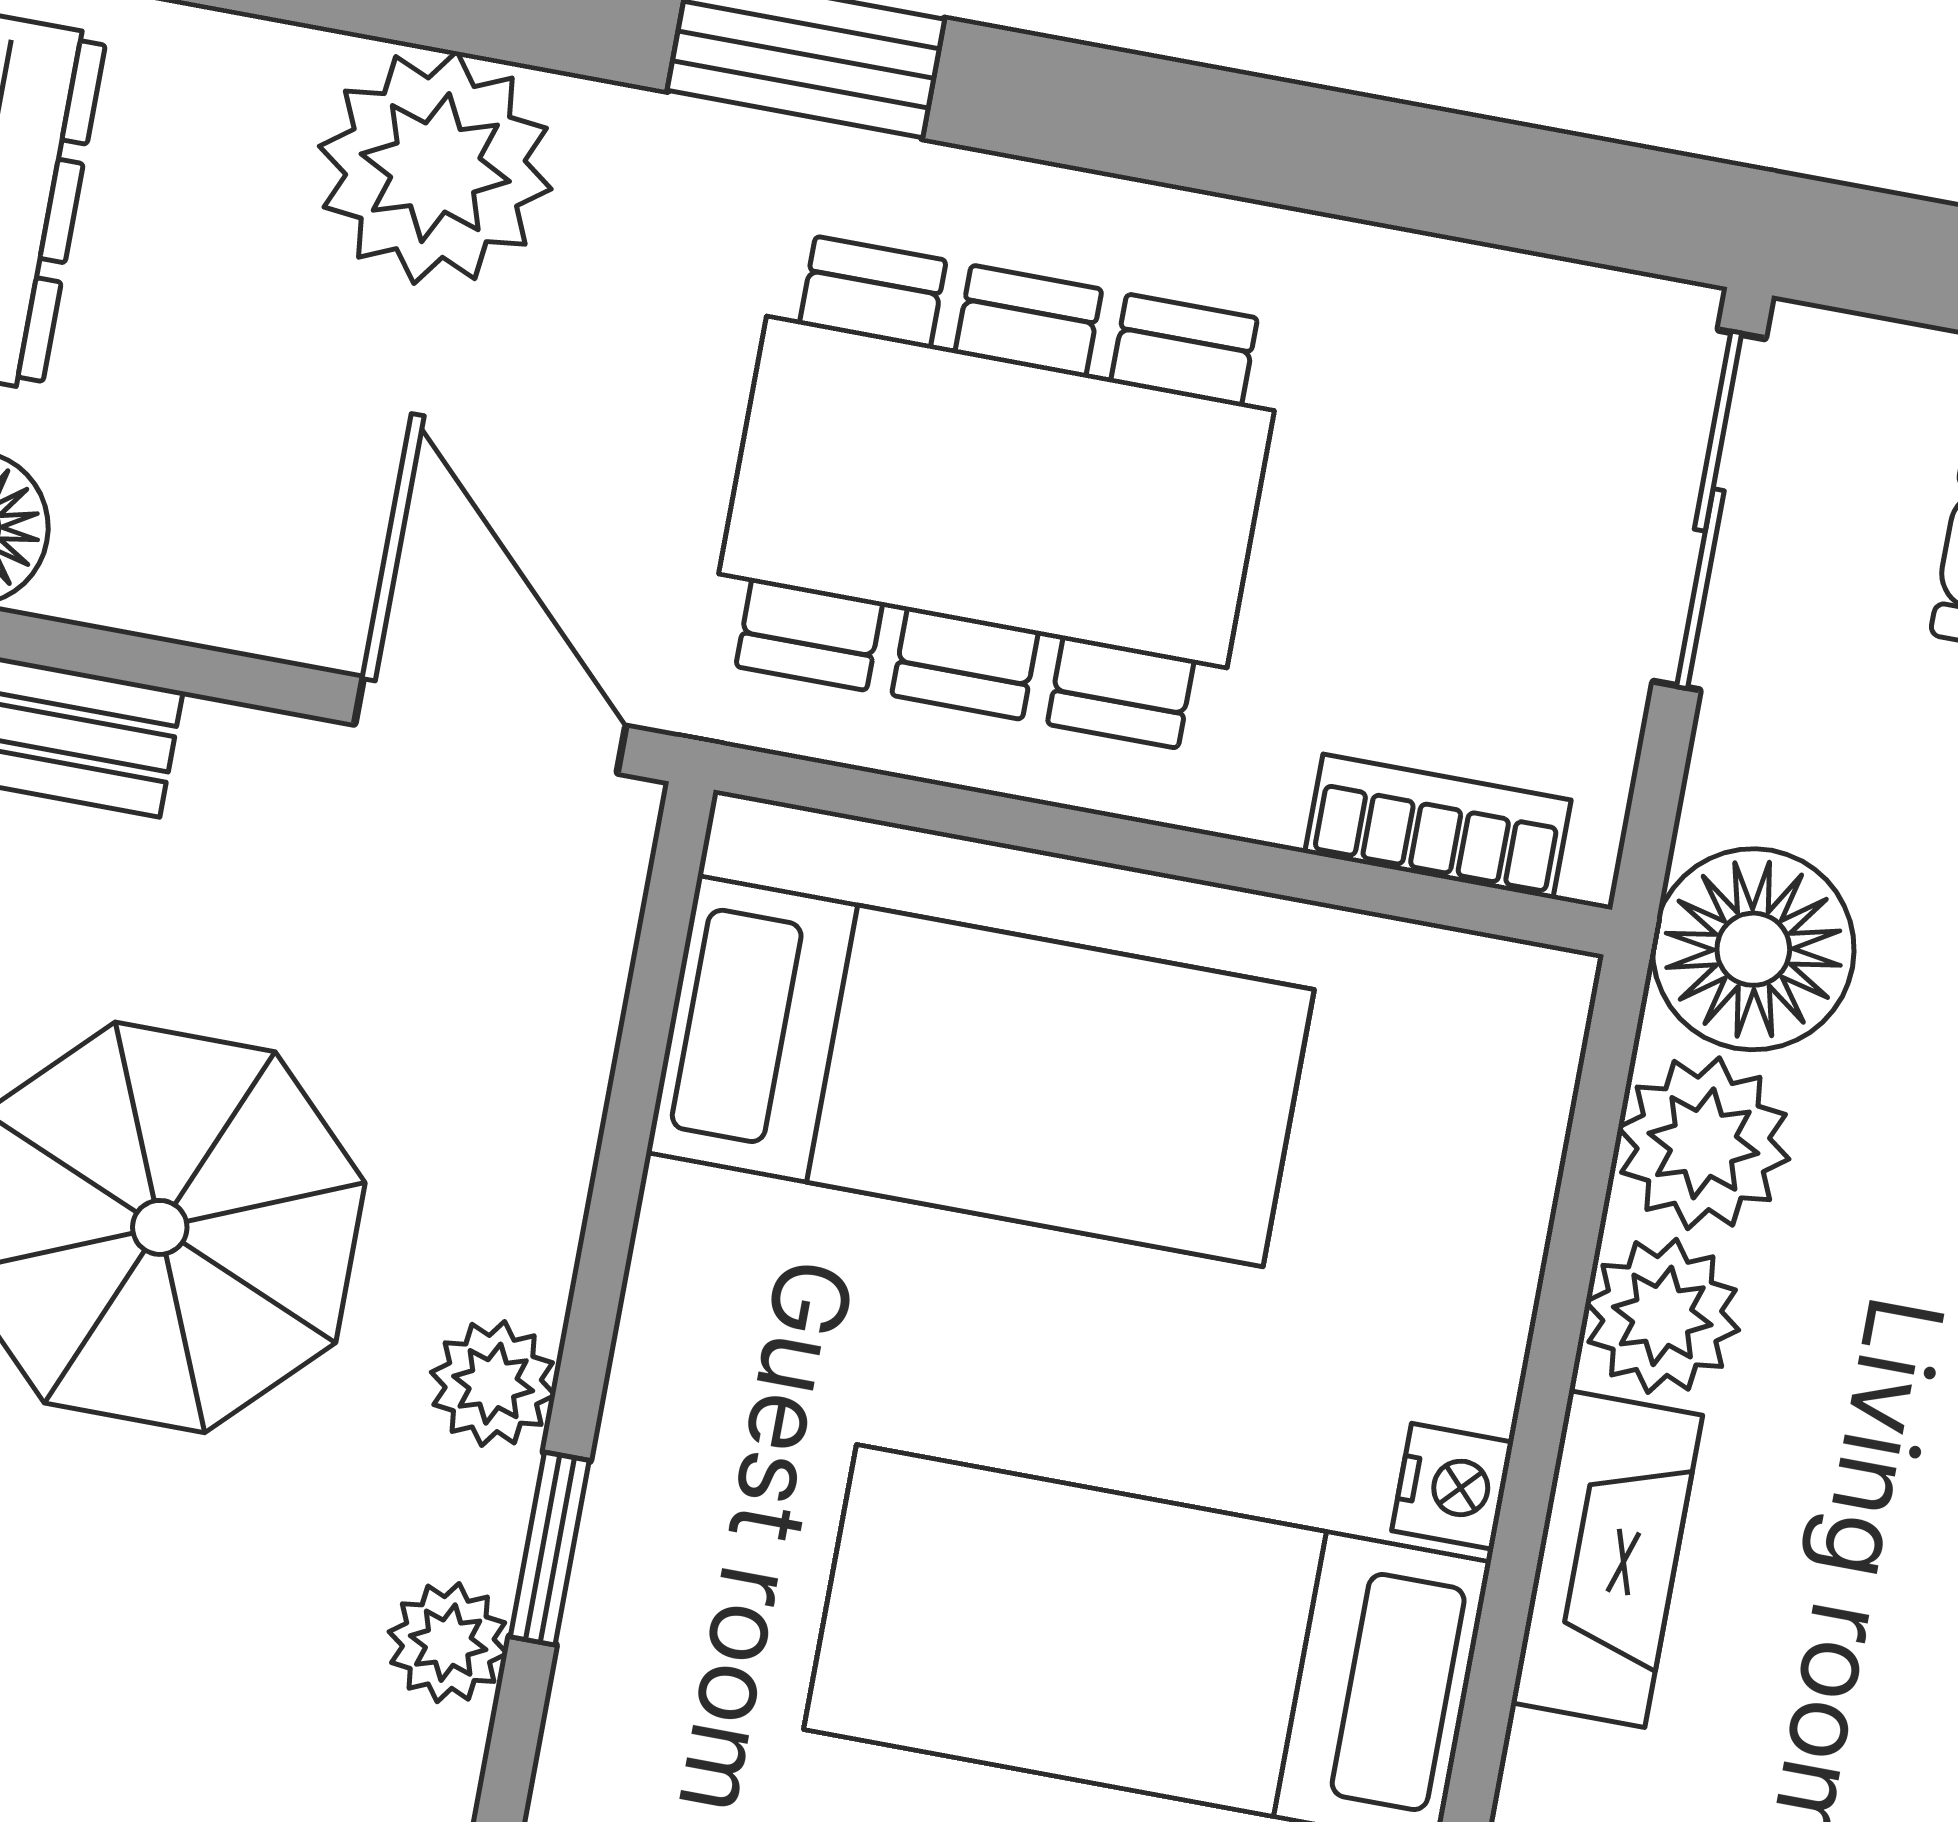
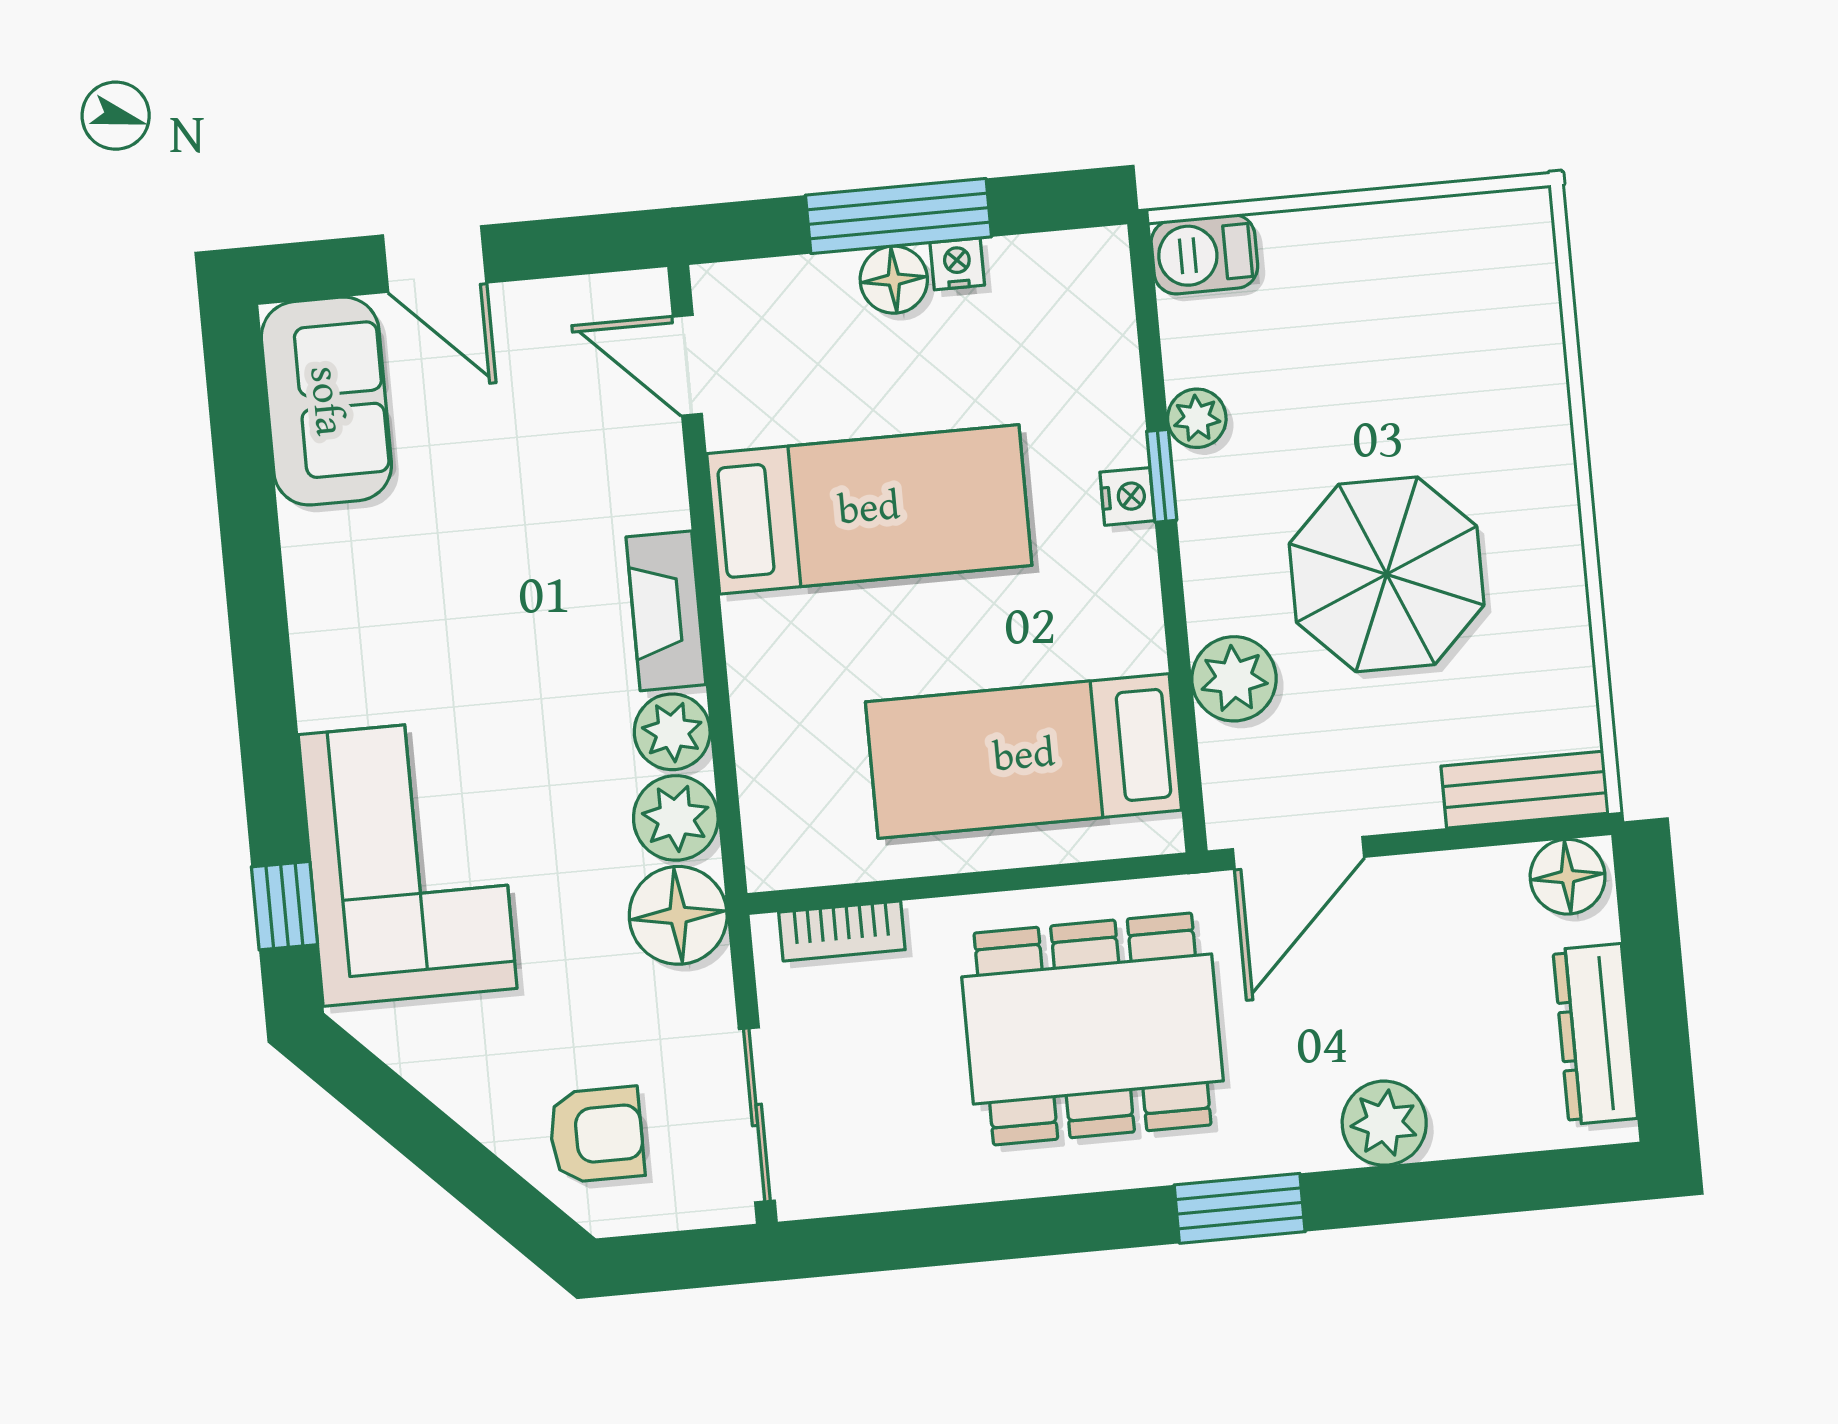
plant: (435, 168) -> (1384, 1123), width x0.73, depth x0.73
door: (490, 725) -> (1298, 853), hinge flipped
plant: (493, 1384) -> (1234, 679), moved, width x1.38, depth x1.38
nightstand: (1453, 1486) -> (1127, 496), moved, turned 180

